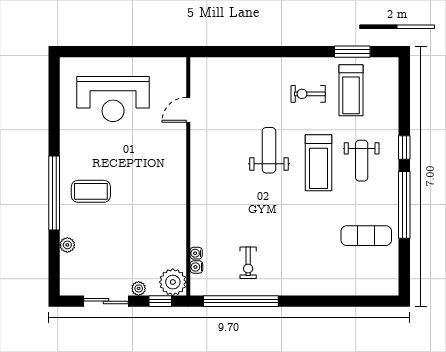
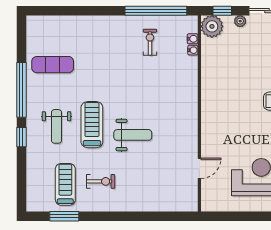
weight bench: (269, 150) -> (133, 135), turned -90
weight bench: (362, 161) -> (56, 126), turned 180

